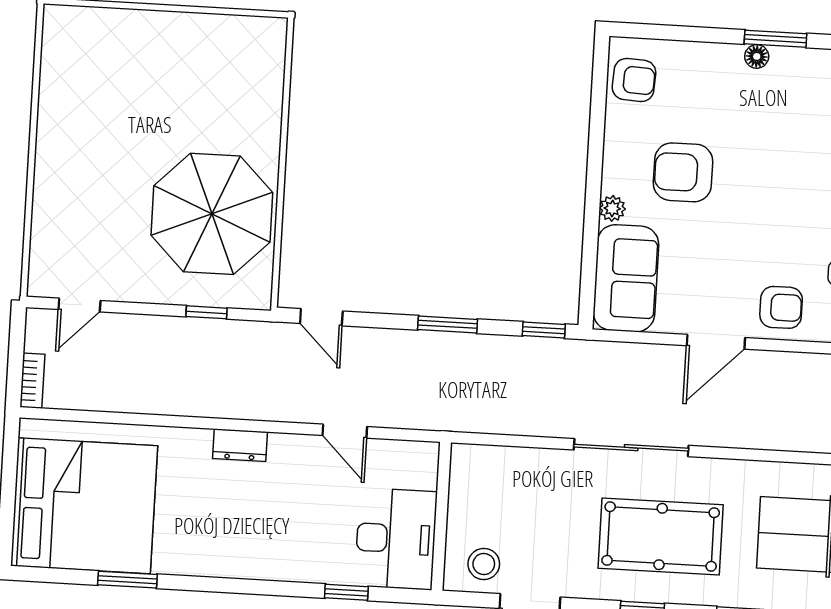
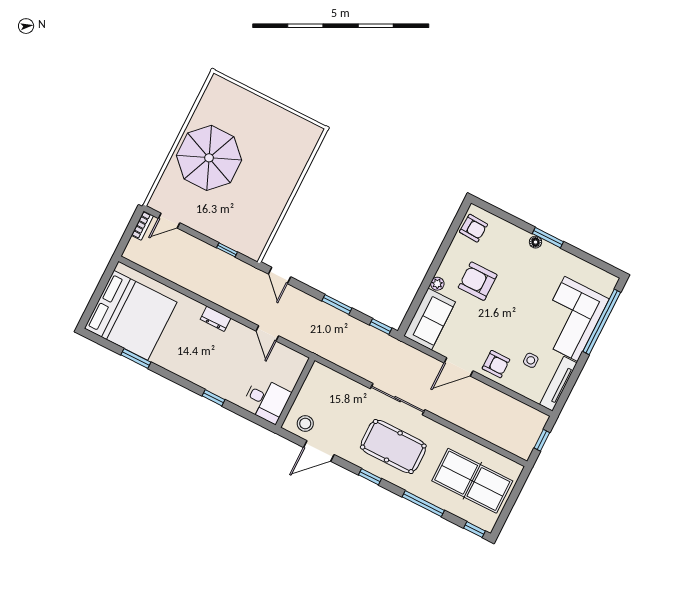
parasol: (212, 214) -> (209, 158), moved
bookcase: (32, 381) -> (142, 226), moved
desk: (396, 539) -> (266, 400), width x0.73
window: (346, 592) -> (214, 398), moved

